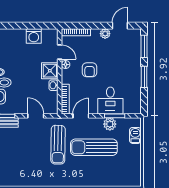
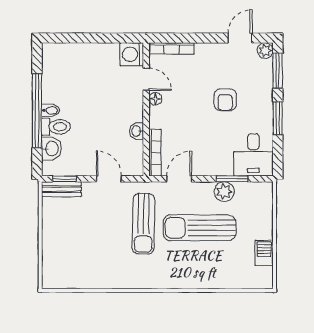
plant: (105, 34) -> (265, 51), moved
washing machine: (34, 36) -> (132, 54), moved, turned 90
armchair: (90, 70) -> (225, 100), moved
shower: (50, 71) -> (131, 108), removed
desk: (110, 101) -> (253, 155), moved
barbecue: (135, 135) -> (264, 253), moved

